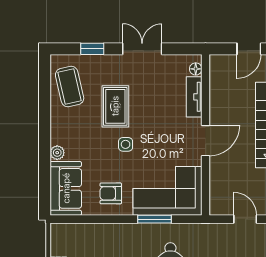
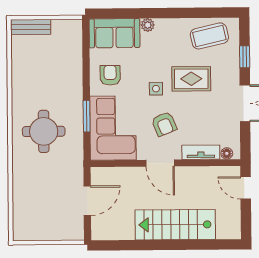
door: (249, 49) -> (246, 188), moved
armchair: (164, 136) -> (164, 124), added
door: (245, 219) -> (87, 201), width x1.38

